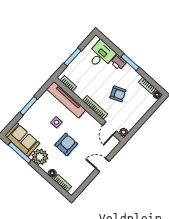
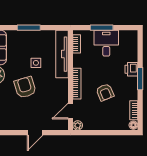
desk: (101, 55) -> (106, 43), moved, turned -90
armchair: (66, 144) -> (25, 87), turned -107
door: (103, 165) -> (35, 133), swing flipped

